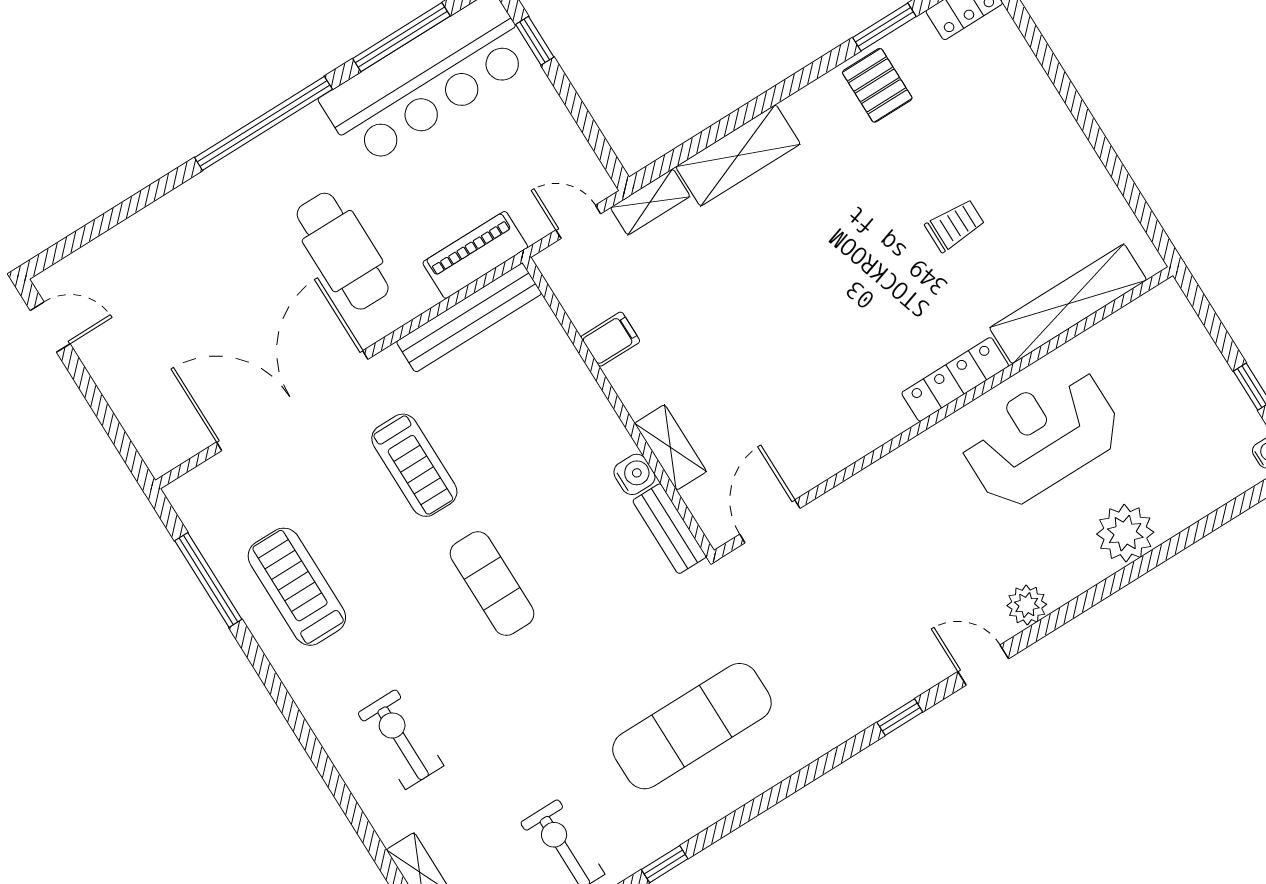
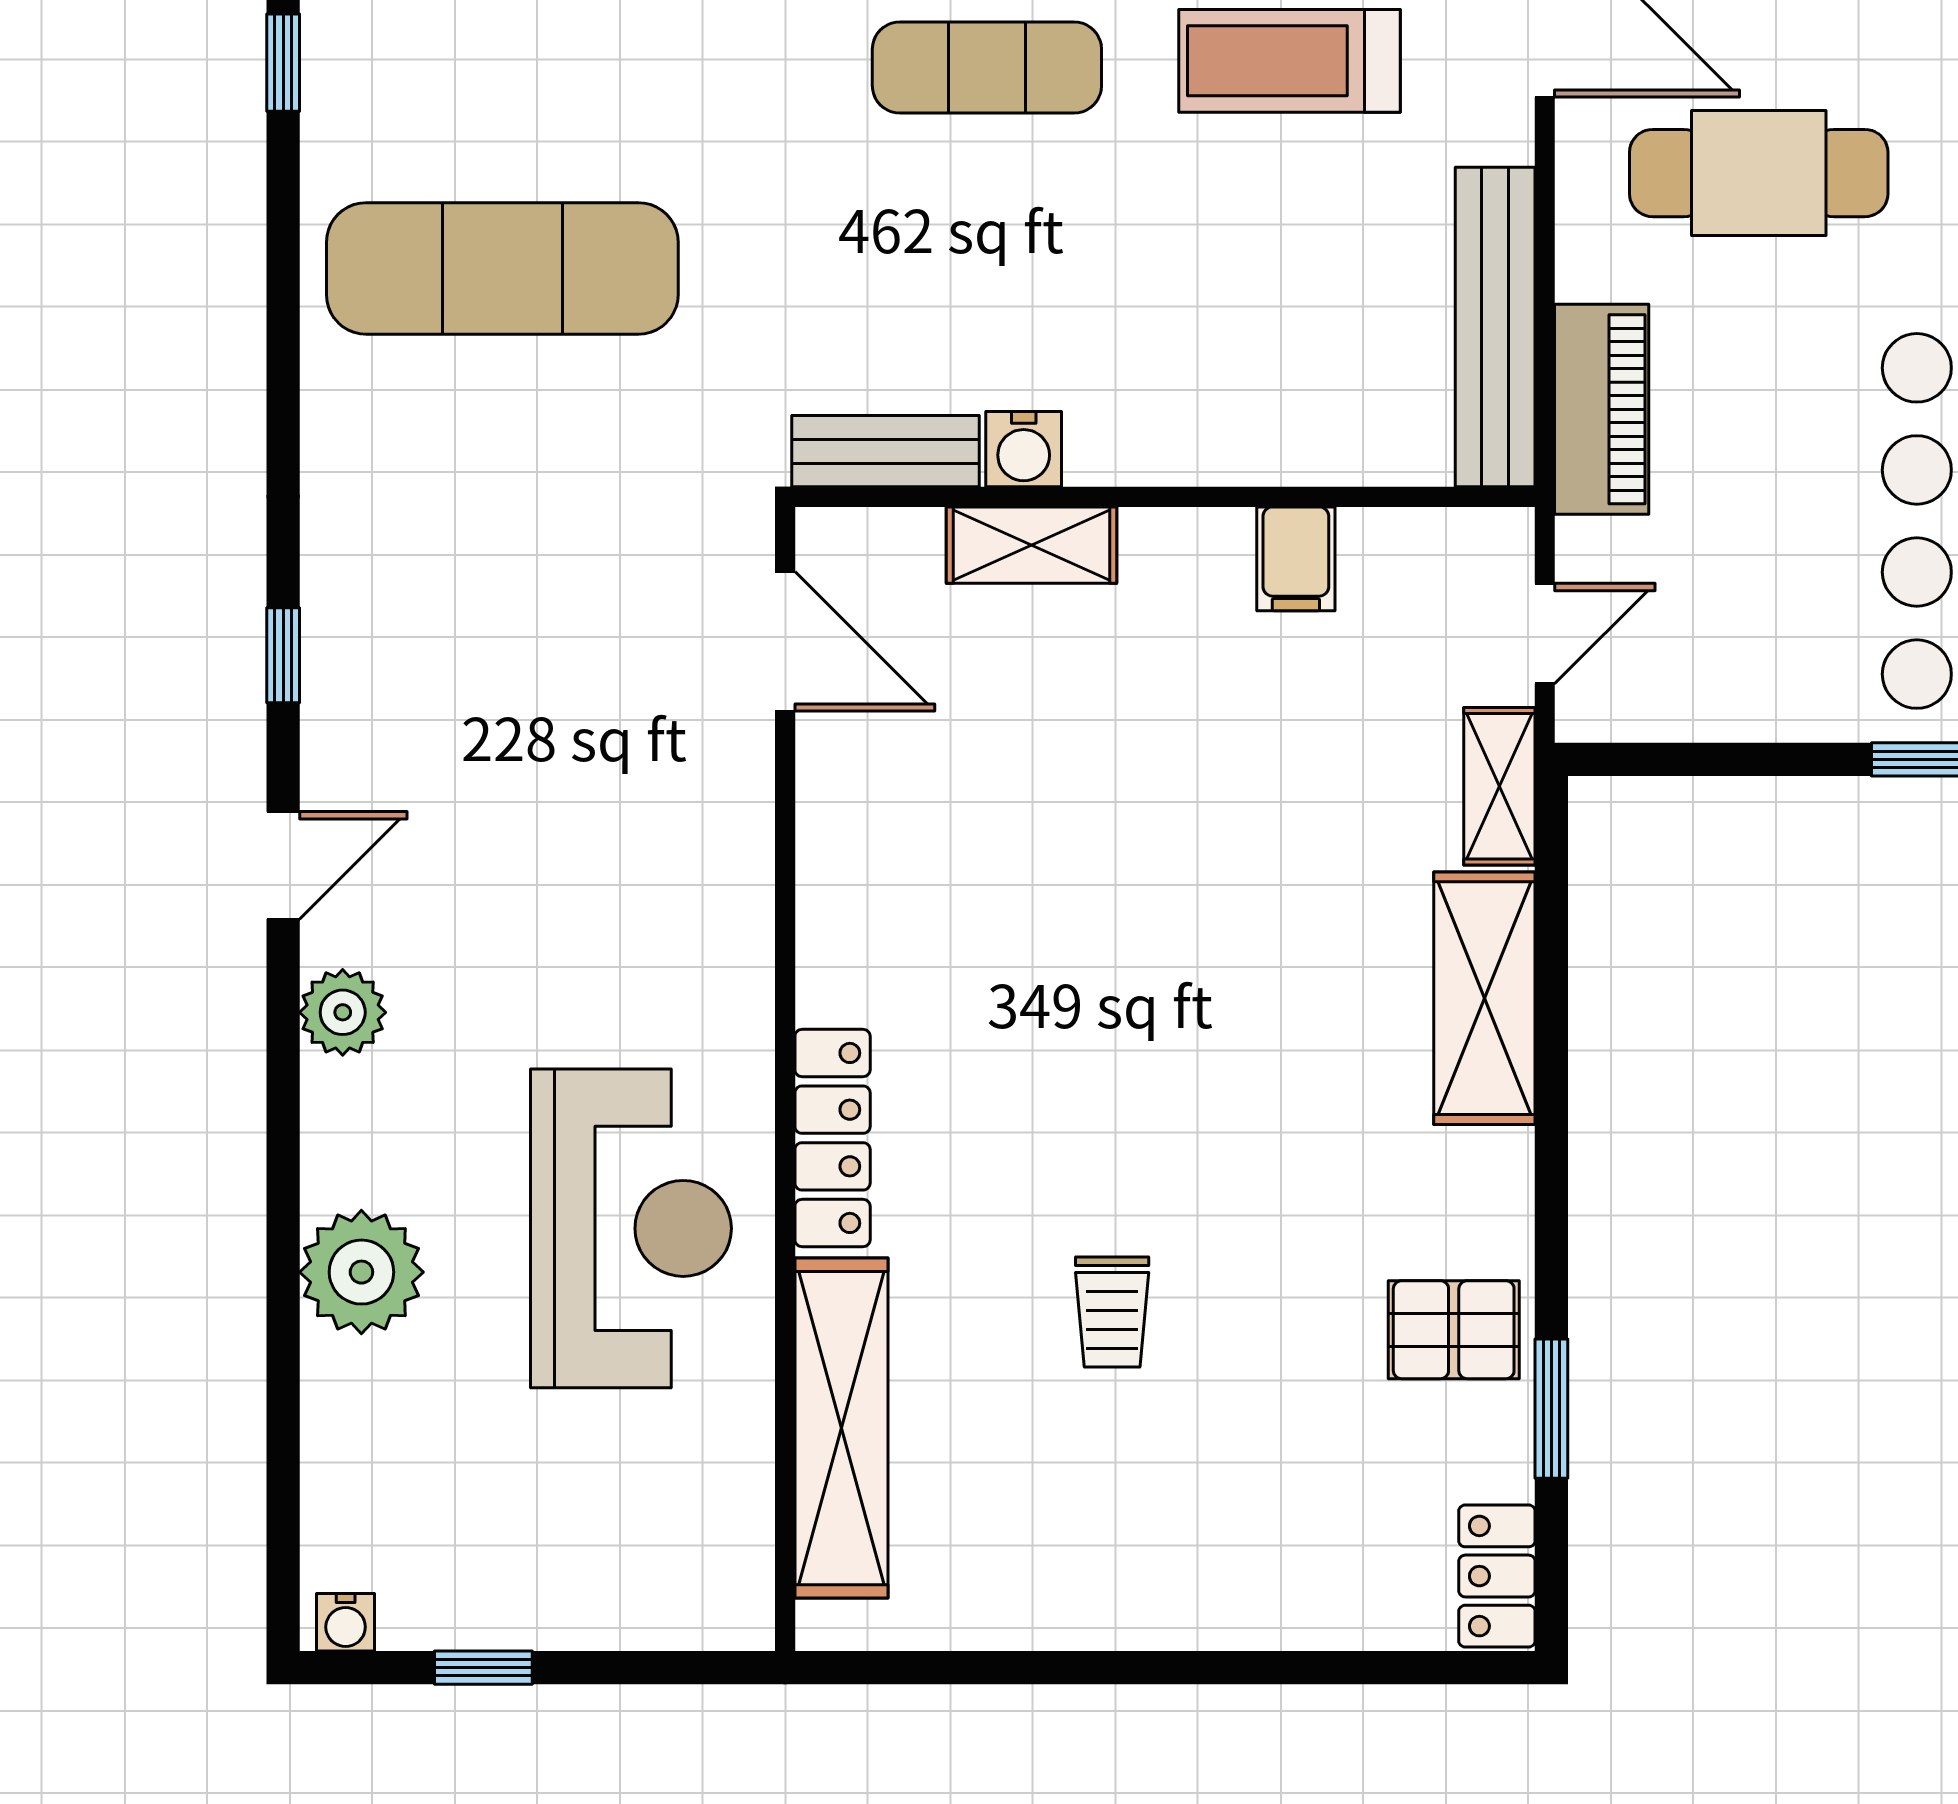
exercise mat: (692, 726) -> (502, 268), turned 90

